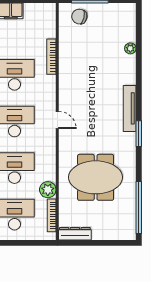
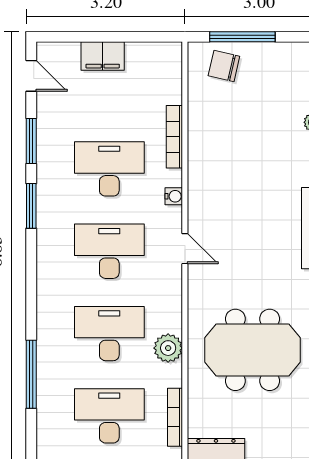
water cooler: (51, 90) -> (174, 196), added
plant: (48, 190) -> (168, 348), moved

